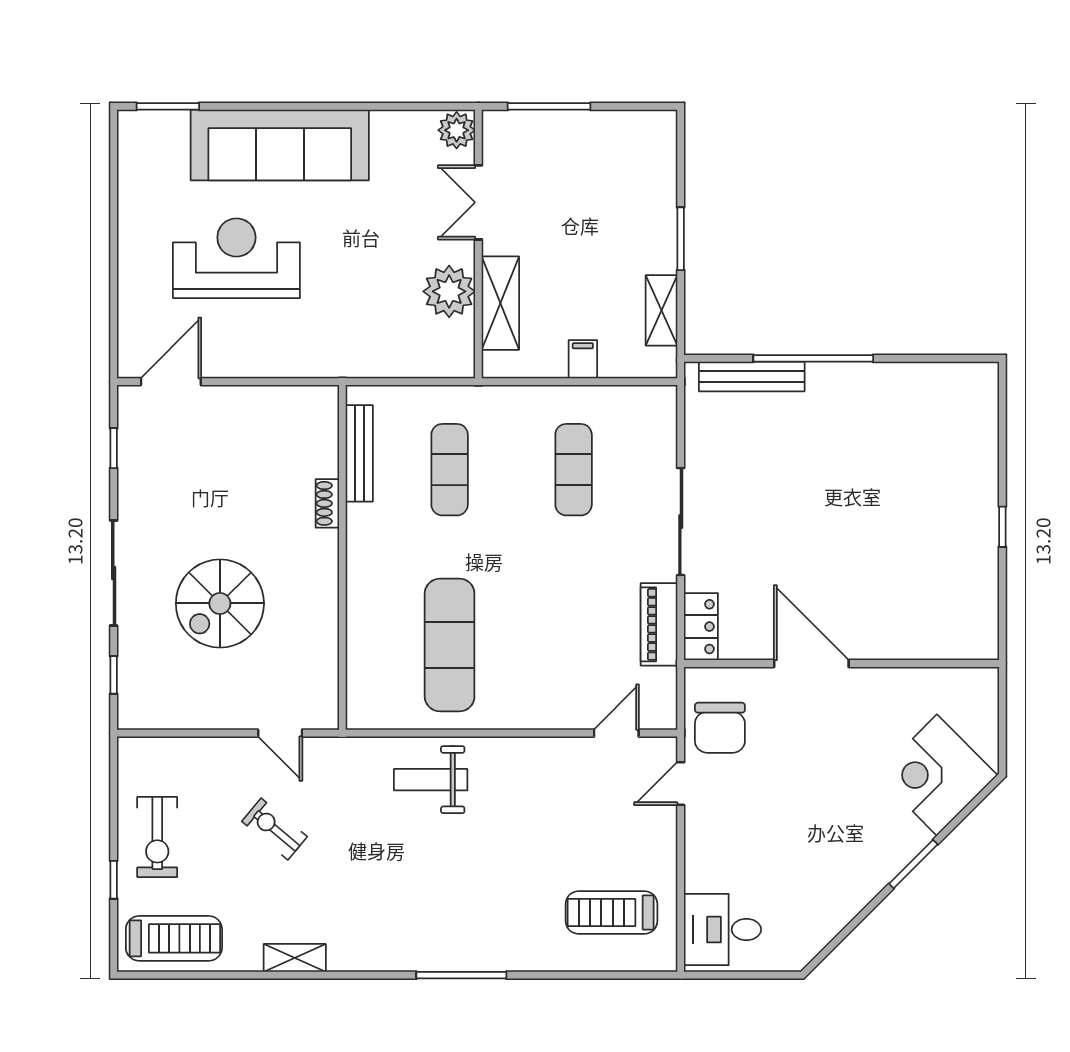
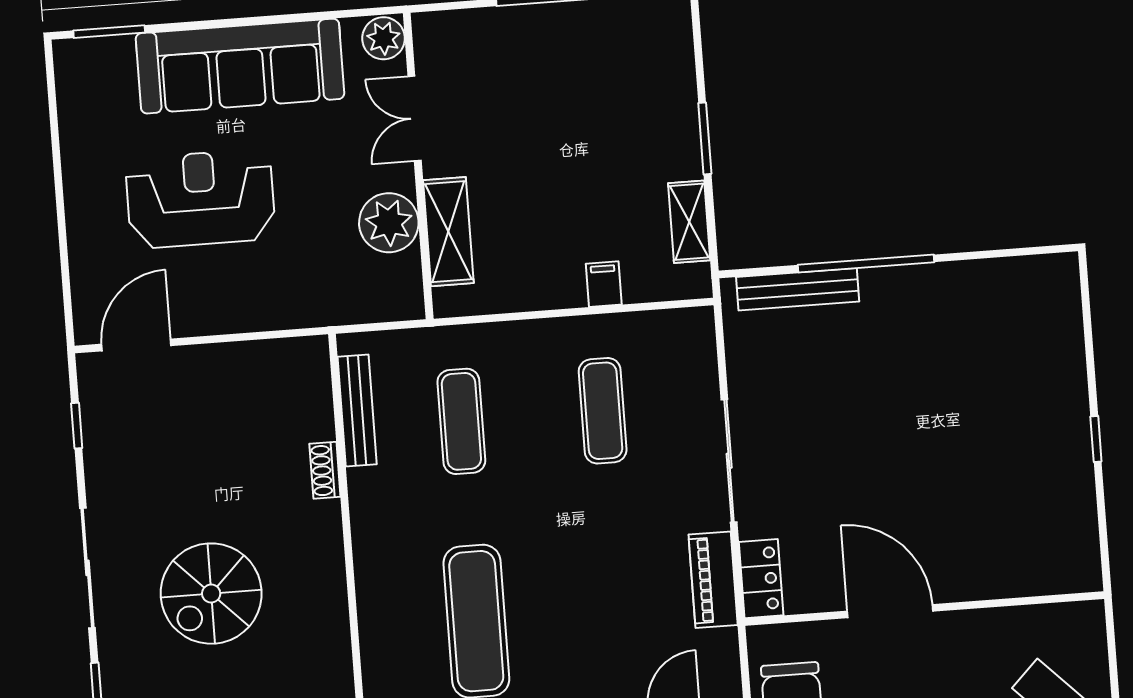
plant: (457, 130) -> (384, 38), moved
double door: (478, 202) -> (415, 119), moved
wall: (478, 244) -> (418, 166), moved
plant: (449, 291) -> (389, 223), moved
shelving: (500, 303) -> (448, 232), moved

